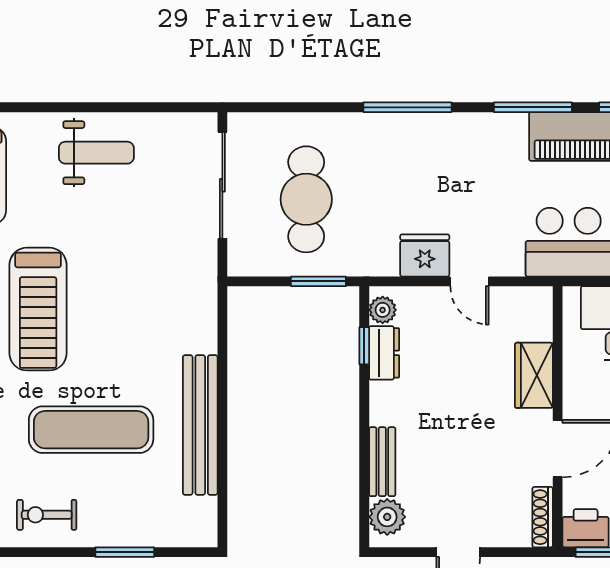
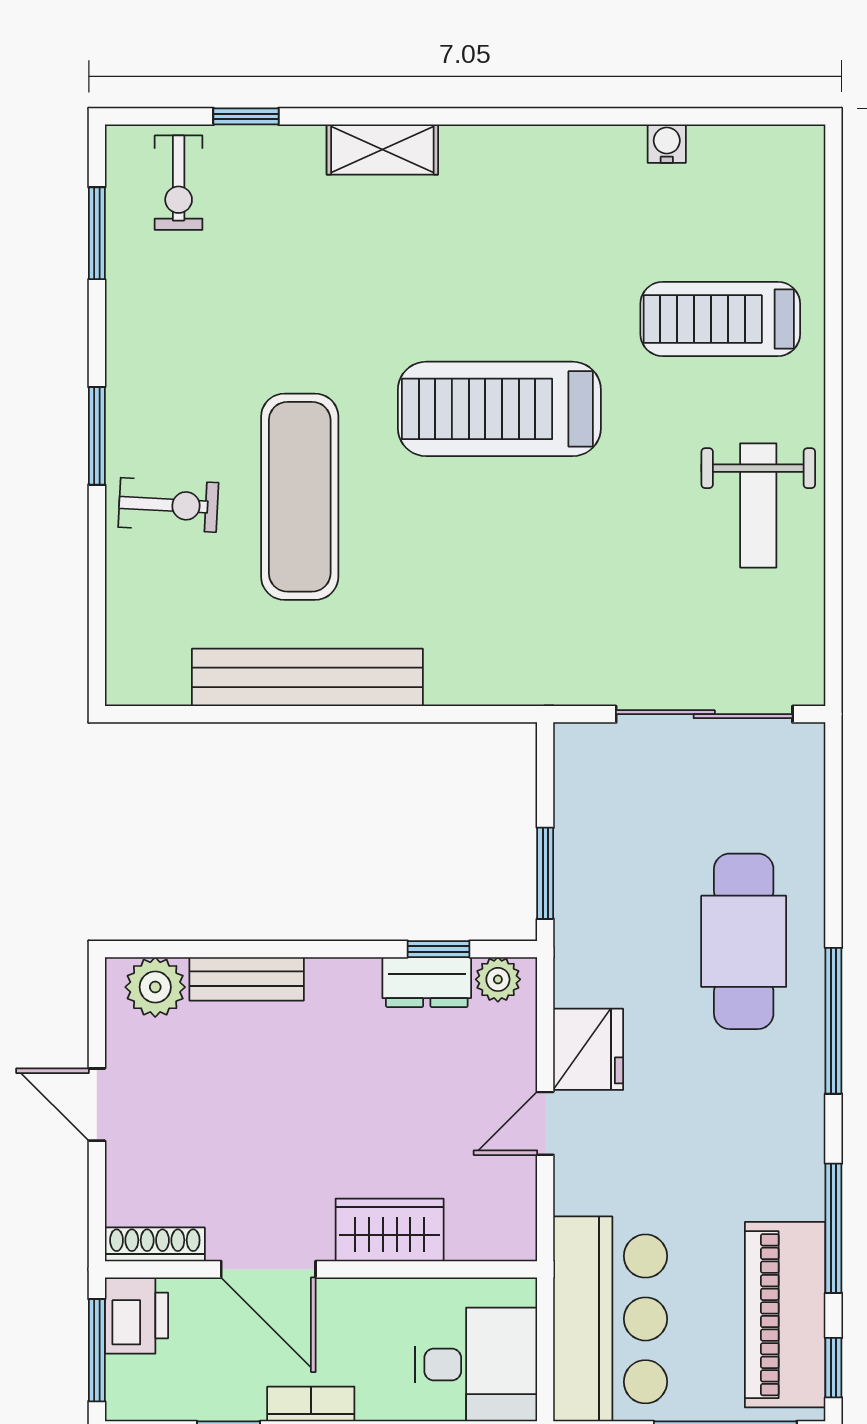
cafe table: (306, 199) -> (744, 941), moved, turned 90
exercise bike: (47, 515) -> (168, 505), moved, turned 93
window: (125, 552) -> (97, 436), moved

